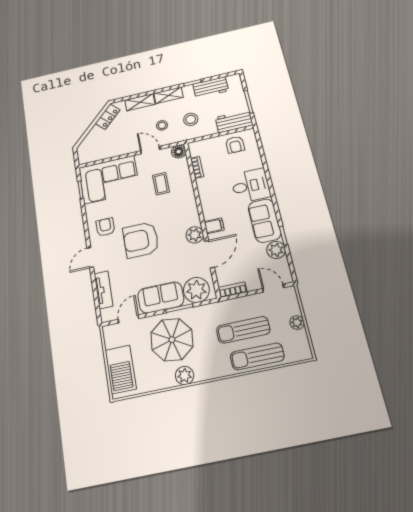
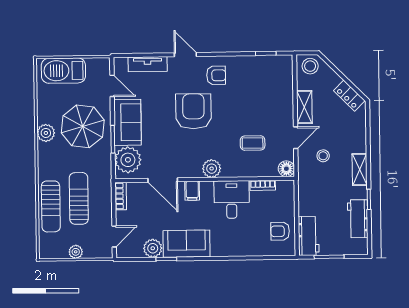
shelving: (140, 102) -> (304, 107), moved
stool: (191, 119) -> (310, 66), moved
corner sofa: (109, 180) -> (270, 87), removed
desk: (251, 186) -> (232, 200), moved, turned 180
plant: (195, 235) -> (212, 169), moved
sun lounger: (257, 356) -> (51, 206), turned 180

